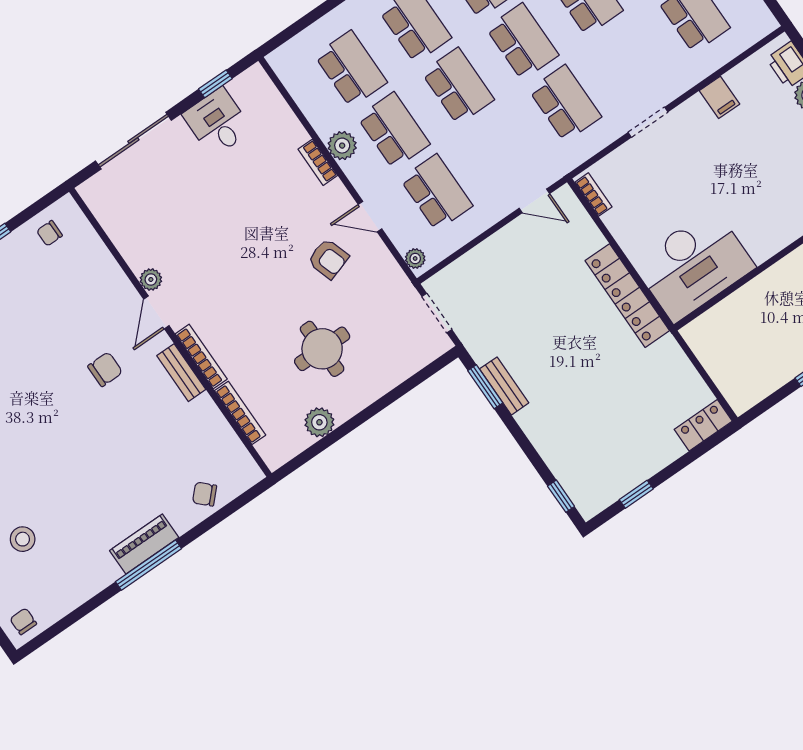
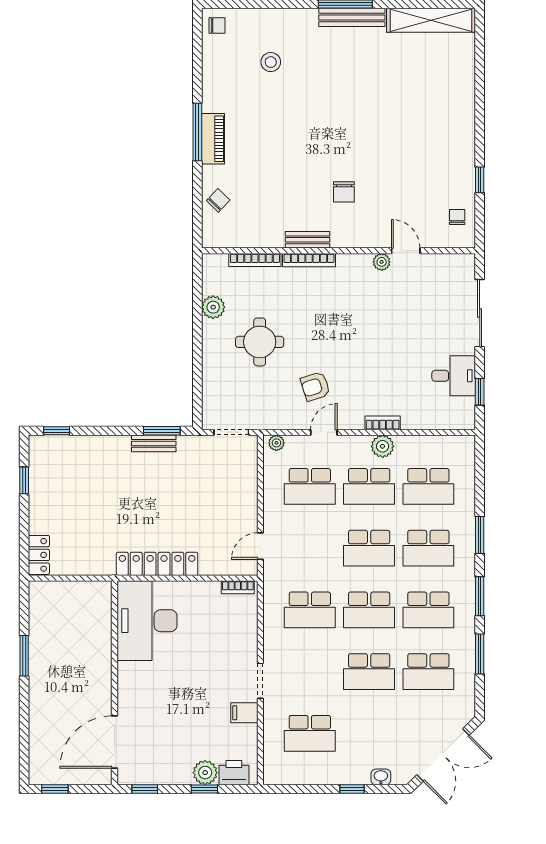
doorway: (648, 122) -> (260, 681), moved
door: (156, 312) -> (406, 251), moved

